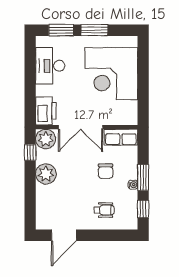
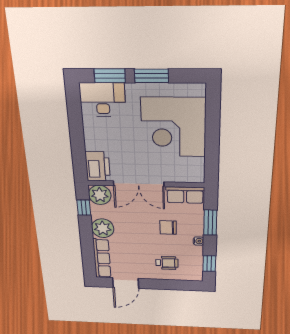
desk: (50, 66) -> (103, 100), moved, turned 90
chair: (106, 171) -> (168, 228), turned 90
window: (143, 177) -> (210, 223), moved
row of seats: (43, 207) -> (102, 258), added

